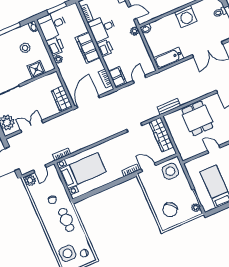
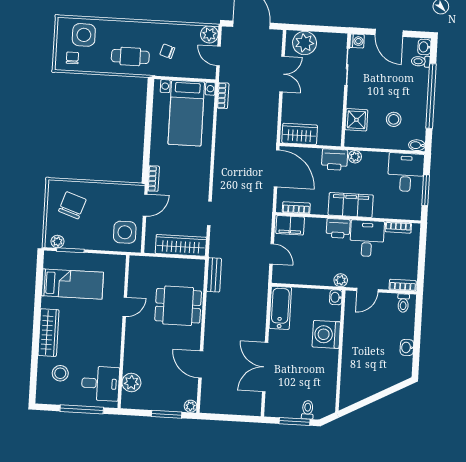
washing machine: (186, 17) -> (326, 334), moved
printer: (55, 46) -> (335, 160), moved
chair: (170, 210) -> (72, 205), turned 65

